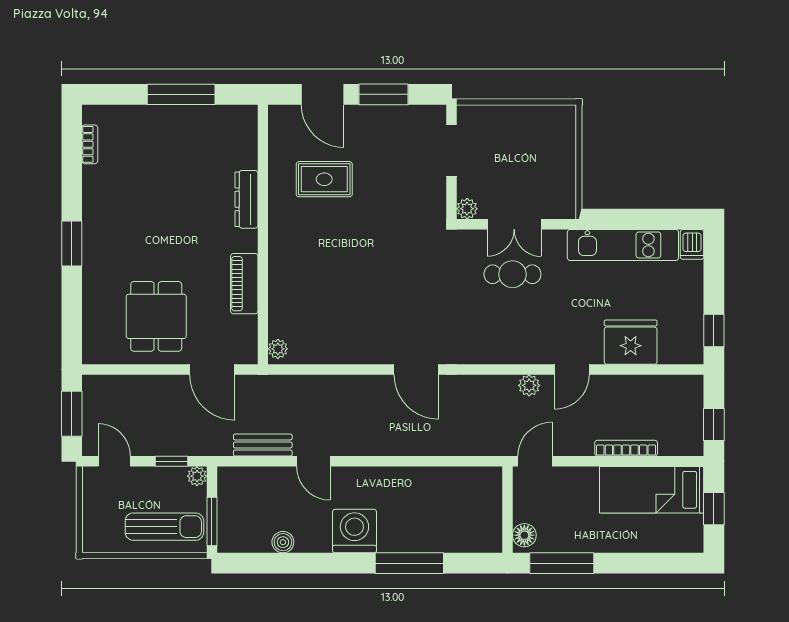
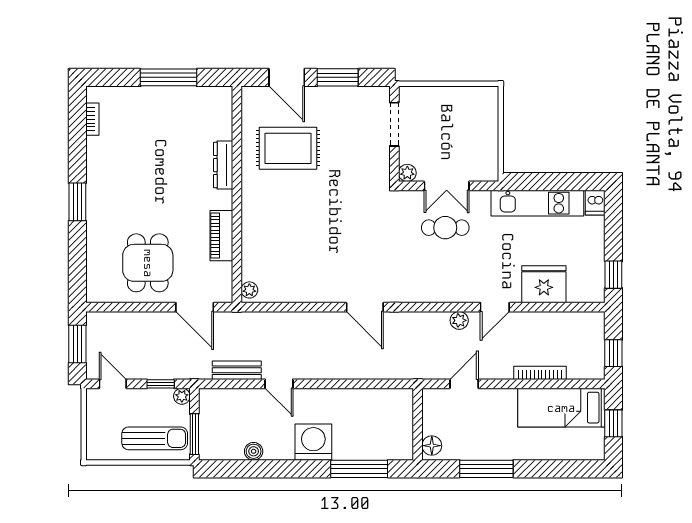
rug: (324, 179) -> (288, 148), width x1.36, depth x1.43
wall: (507, 510) -> (418, 424), moved
floor lamp: (524, 535) -> (432, 446), moved

